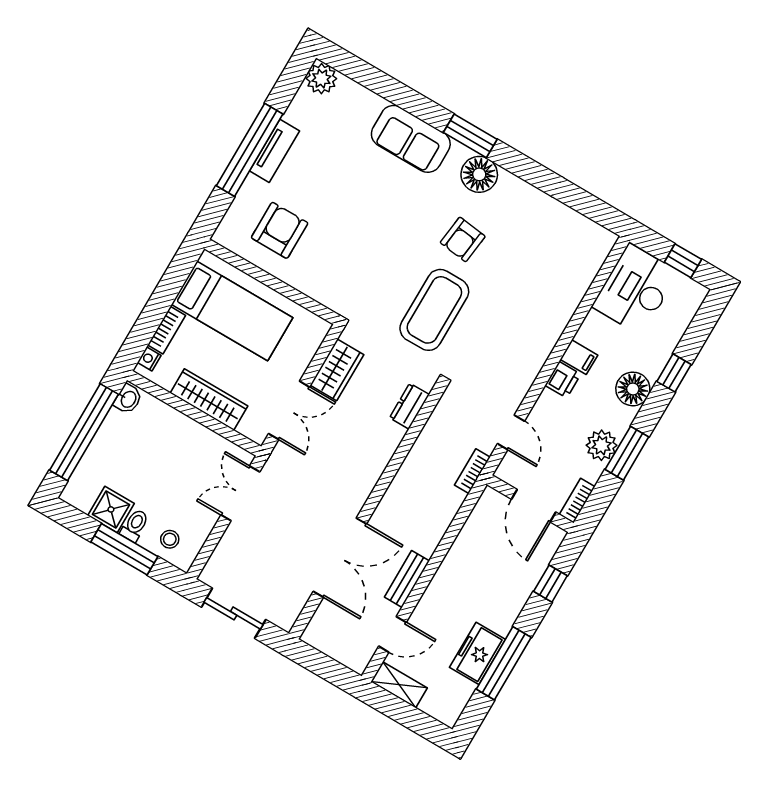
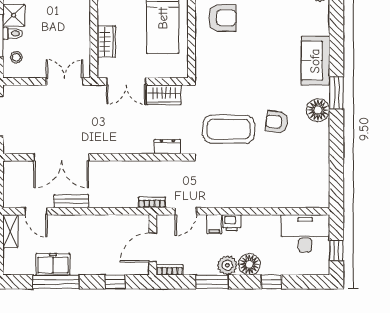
filing cabinet: (579, 357) -> (214, 224), moved
wardrobe: (209, 399) -> (106, 42), width x0.67
plant: (602, 445) -> (227, 265), moved

